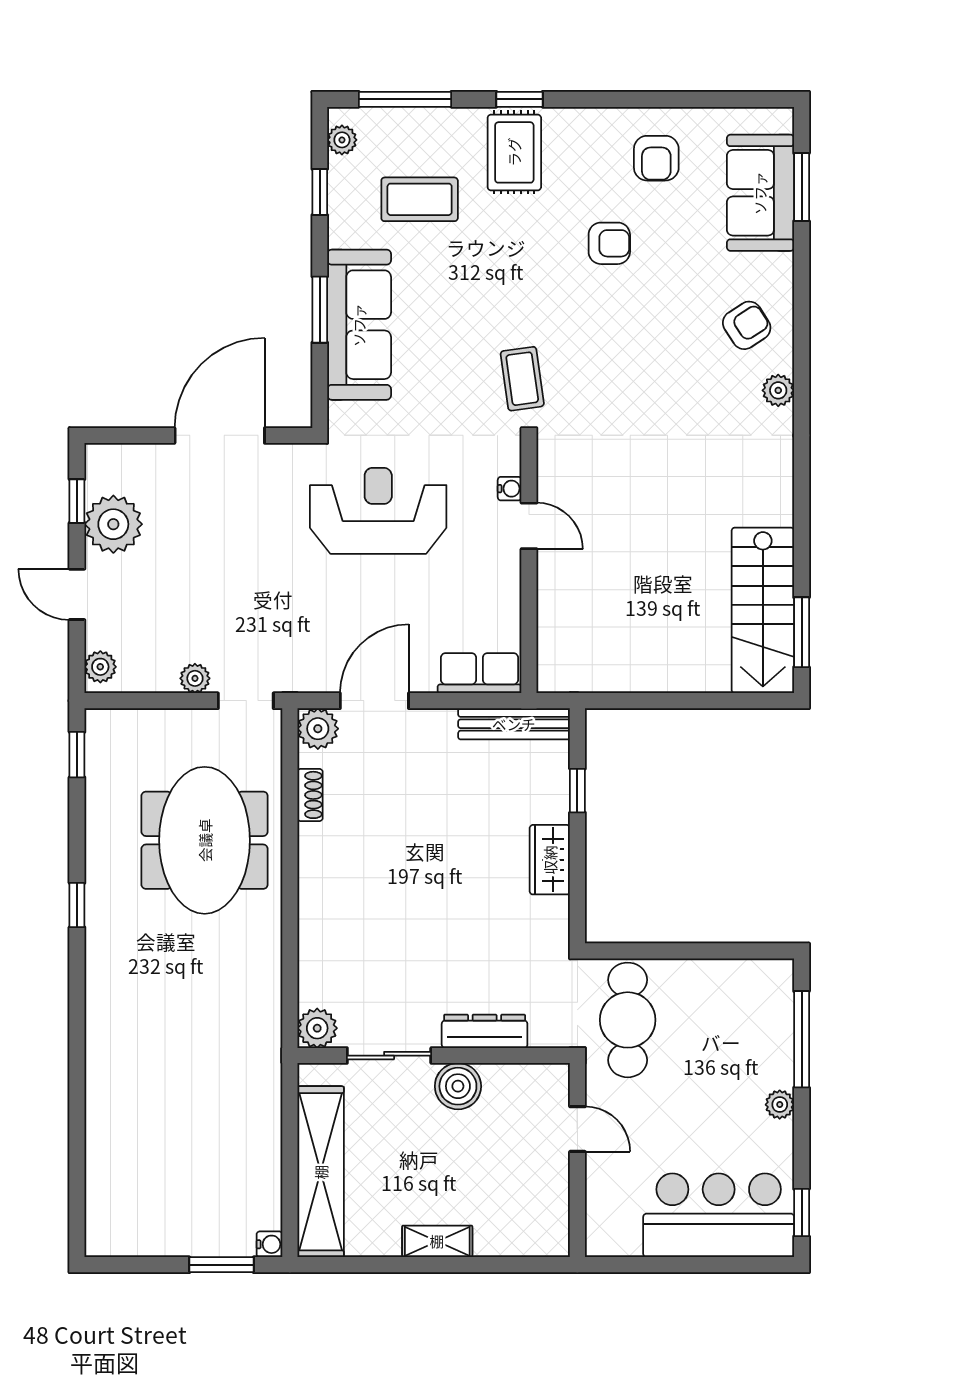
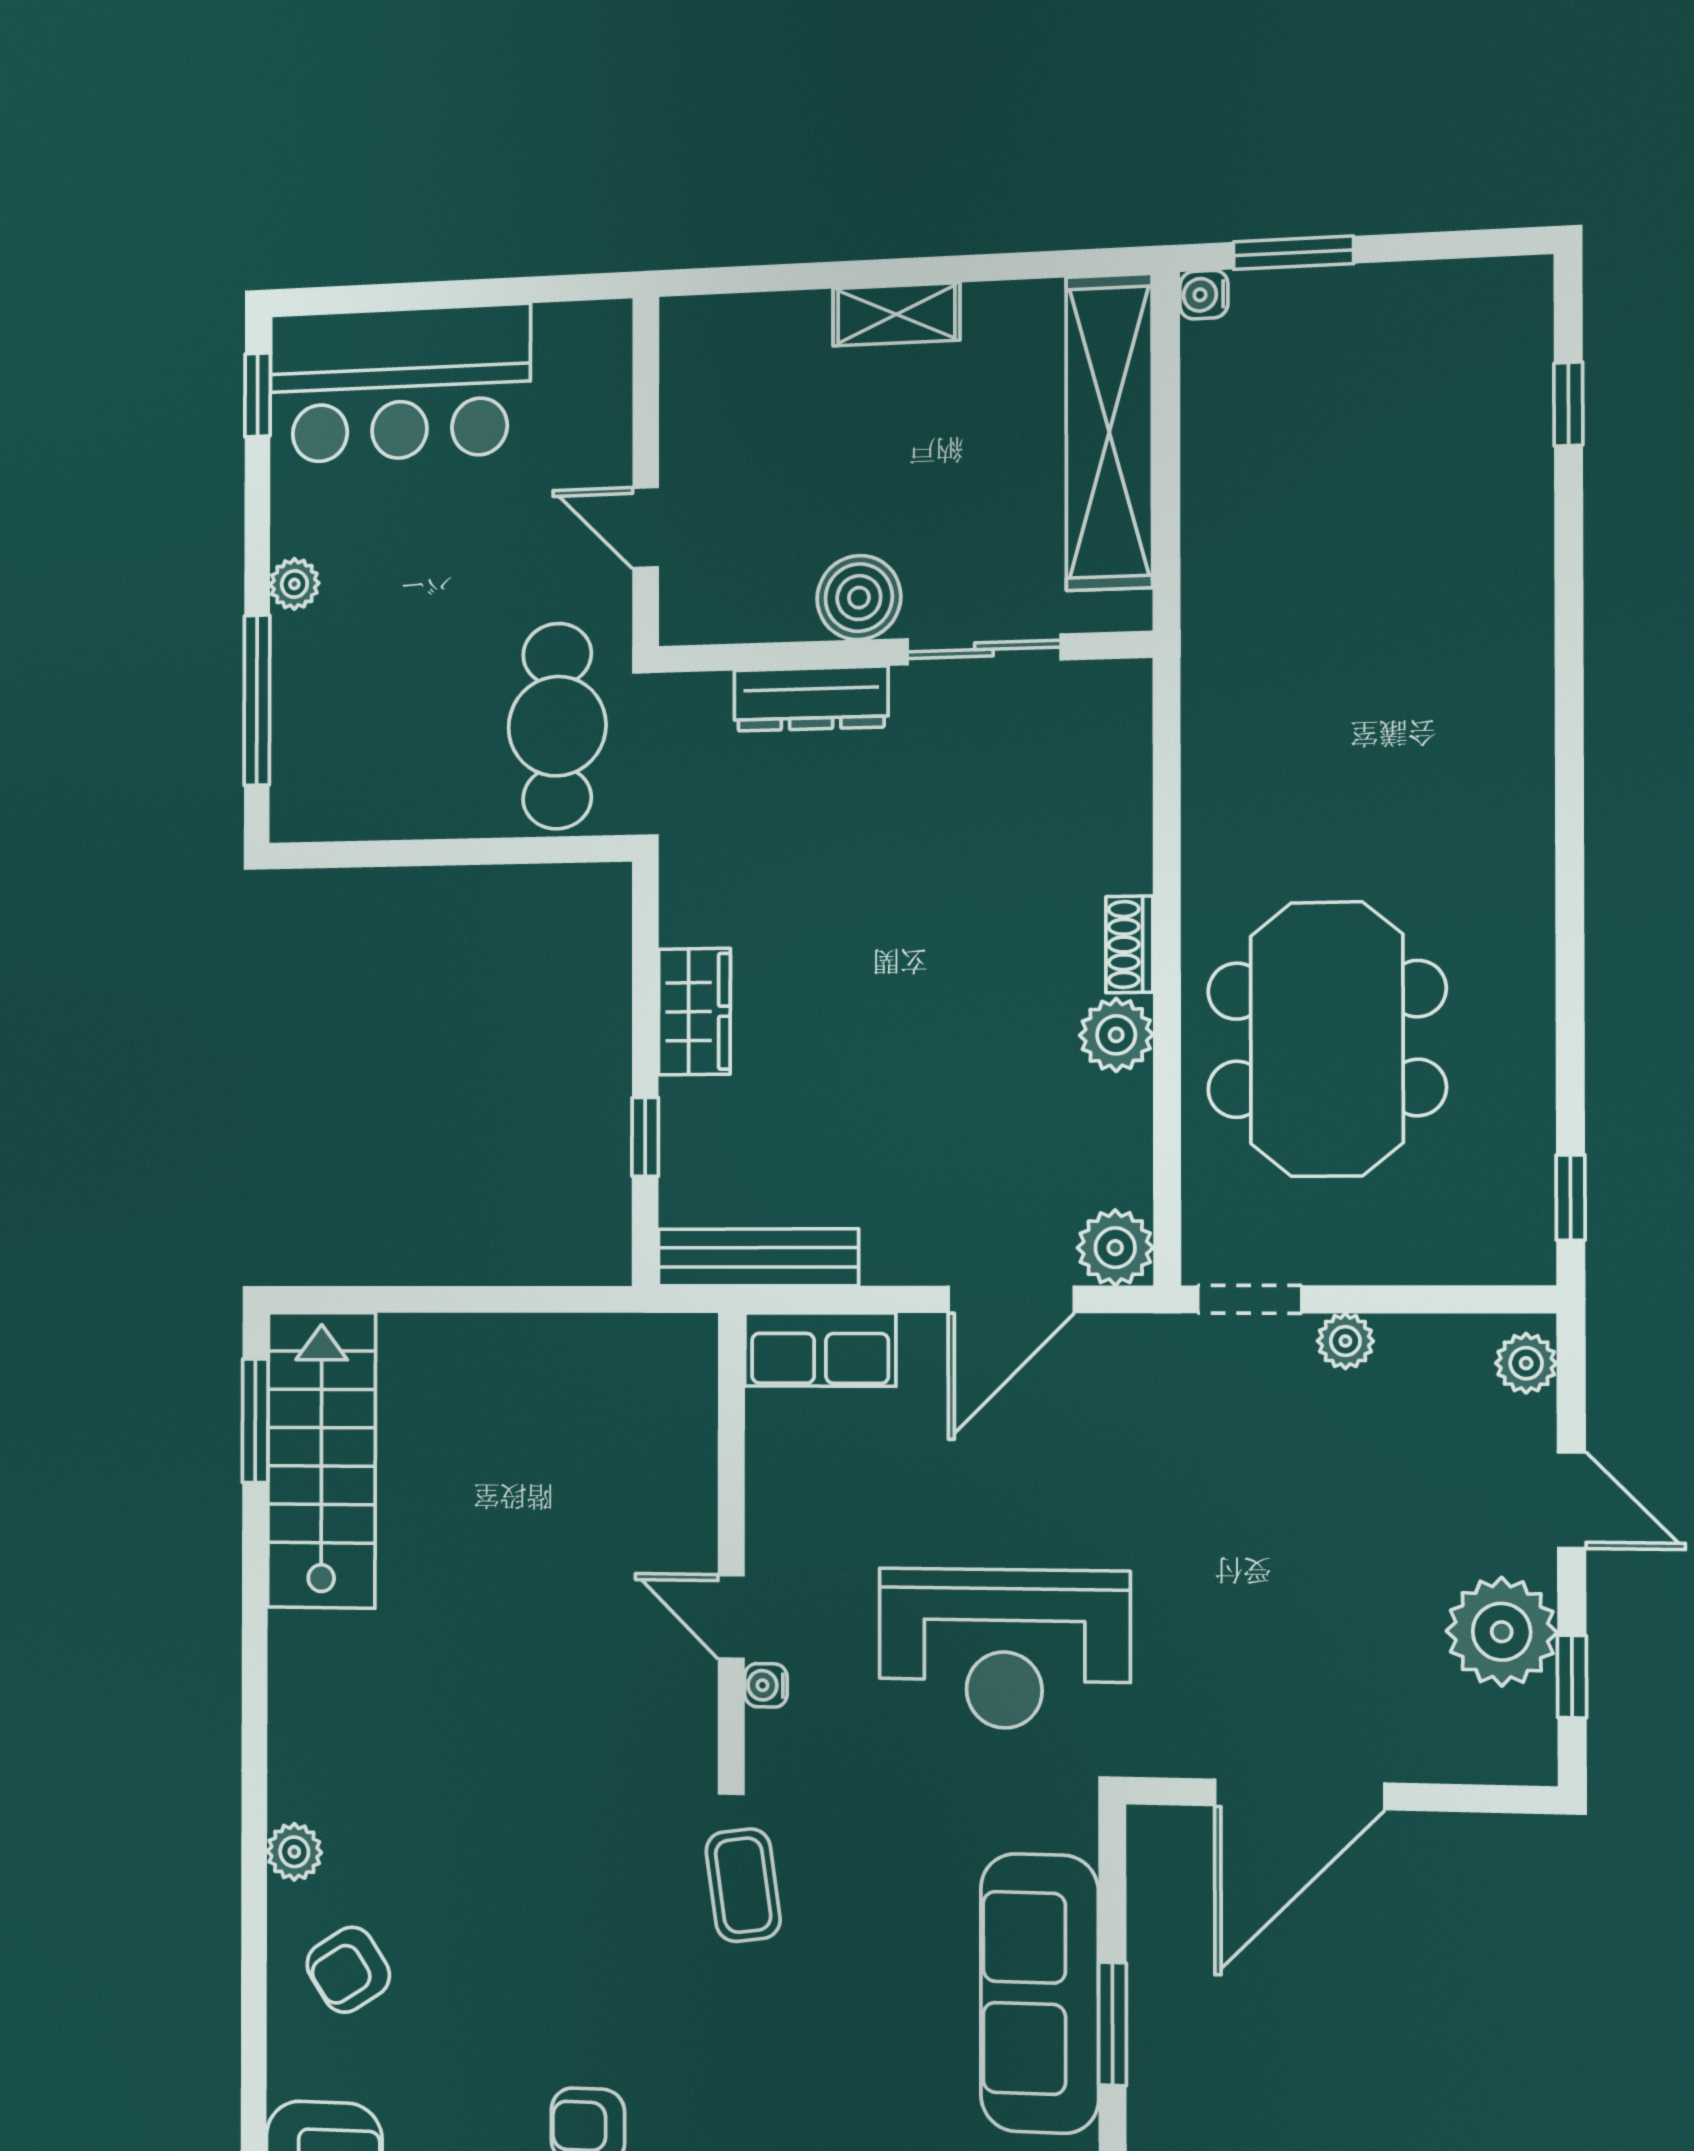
shoe rack: (310, 795) -> (1129, 944), moved
window: (77, 905) -> (1568, 404), moved
plant: (317, 1028) -> (1116, 1035), moved

